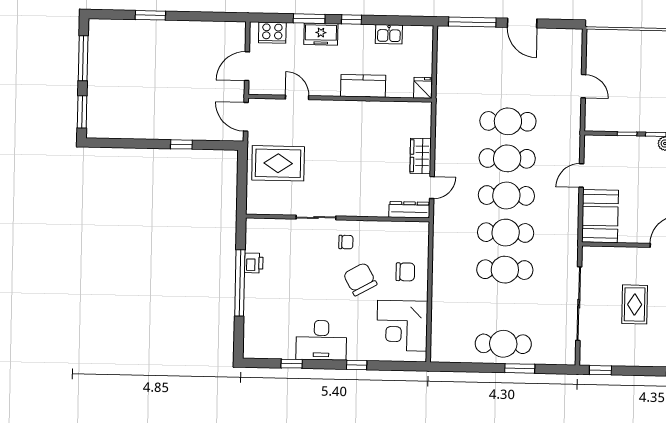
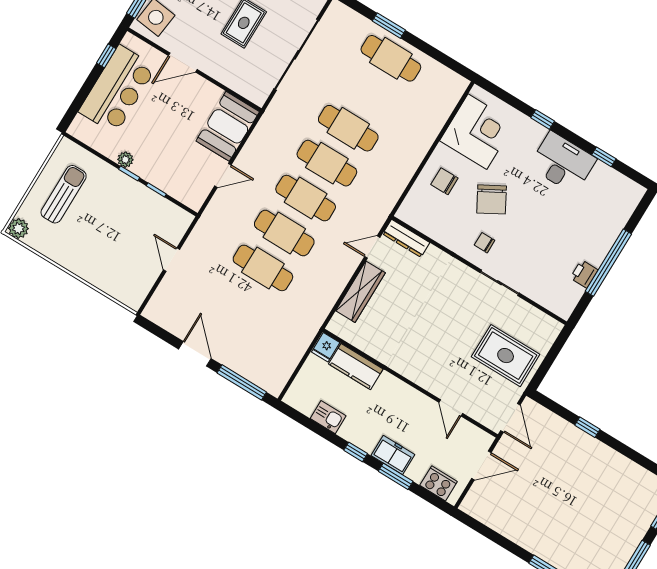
kitchen counter: (363, 86) -> (356, 367), moved
wardrobe: (421, 156) -> (360, 292), width x1.50

